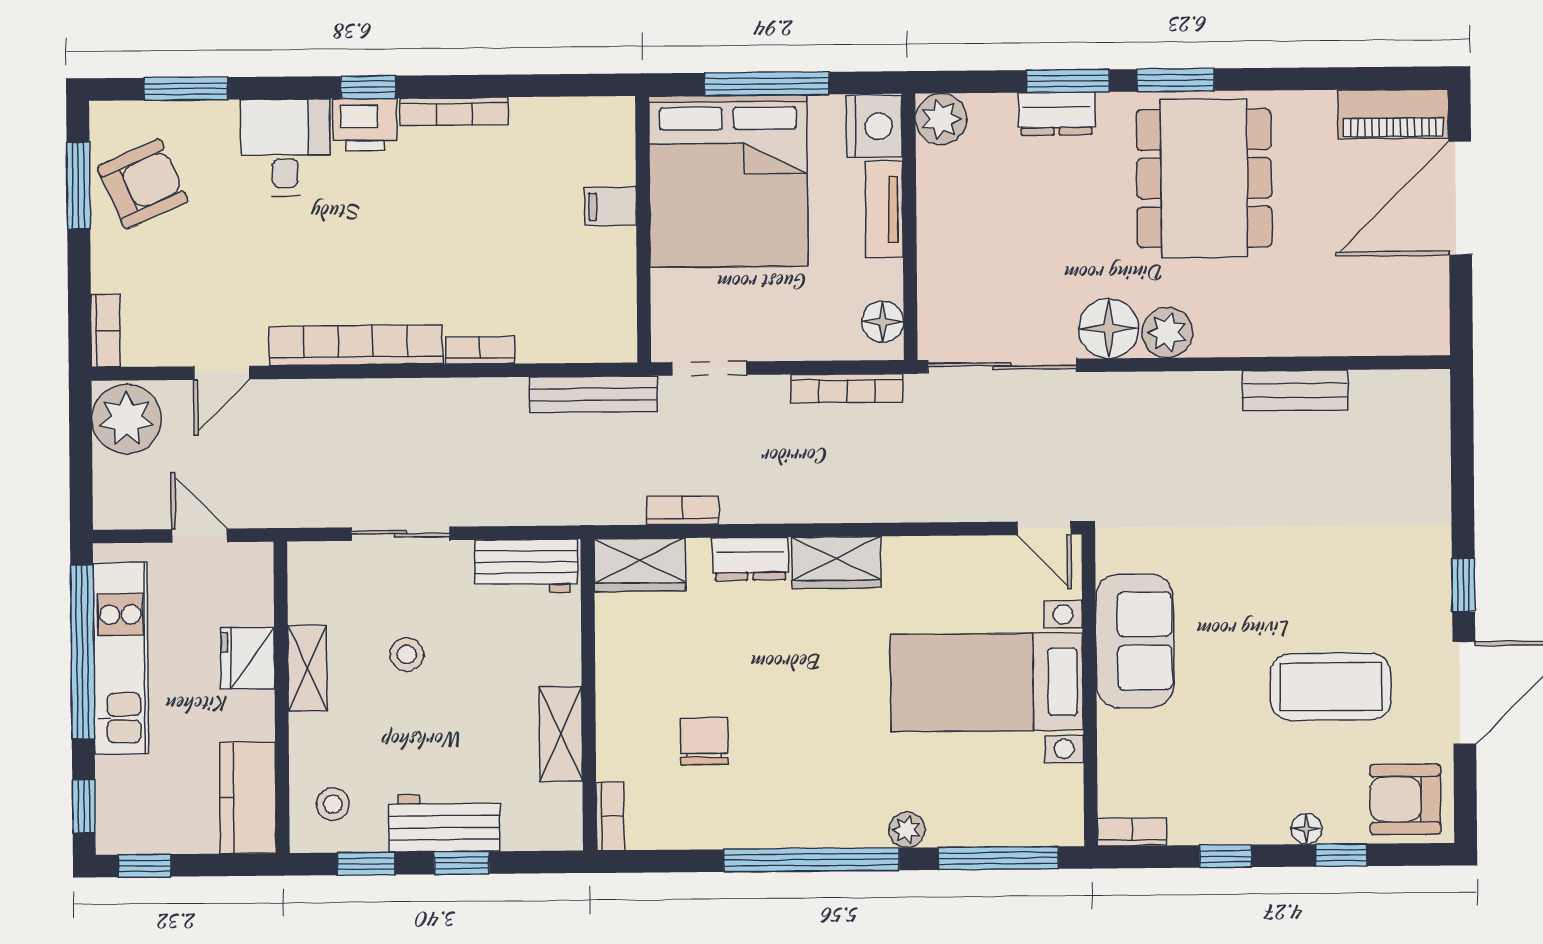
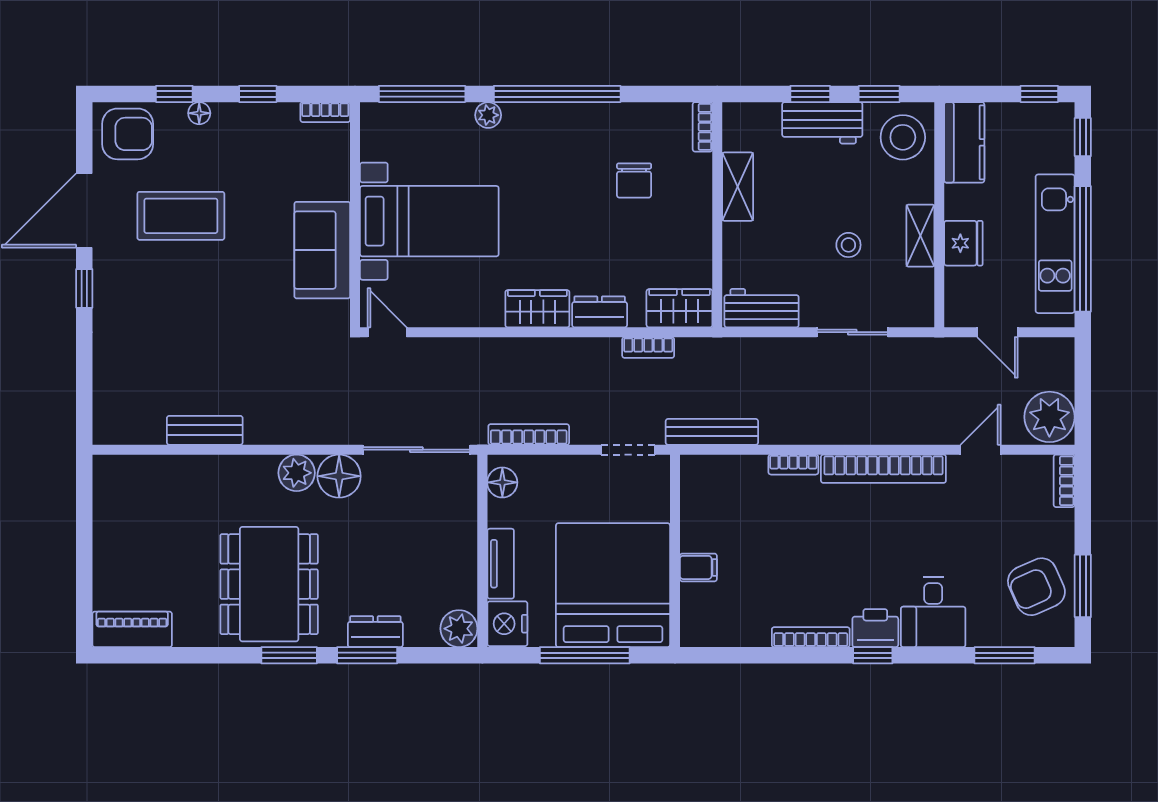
door: (1460, 198) -> (84, 568), removed
stool: (333, 804) -> (903, 137), width x1.89, depth x1.89

